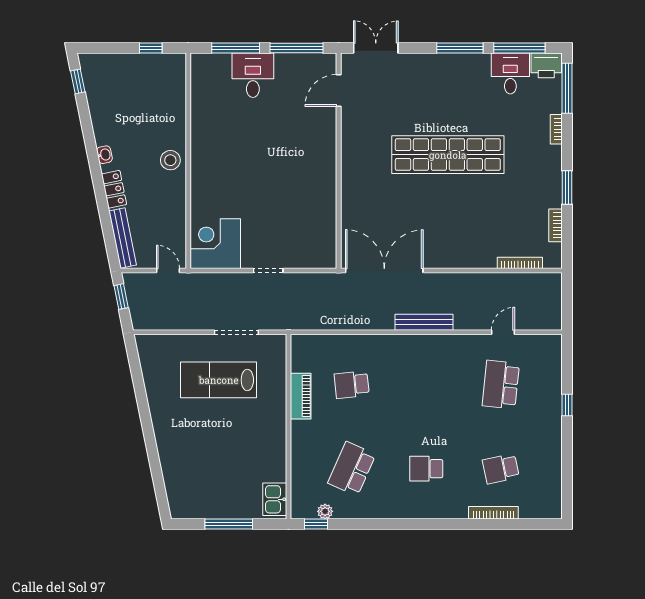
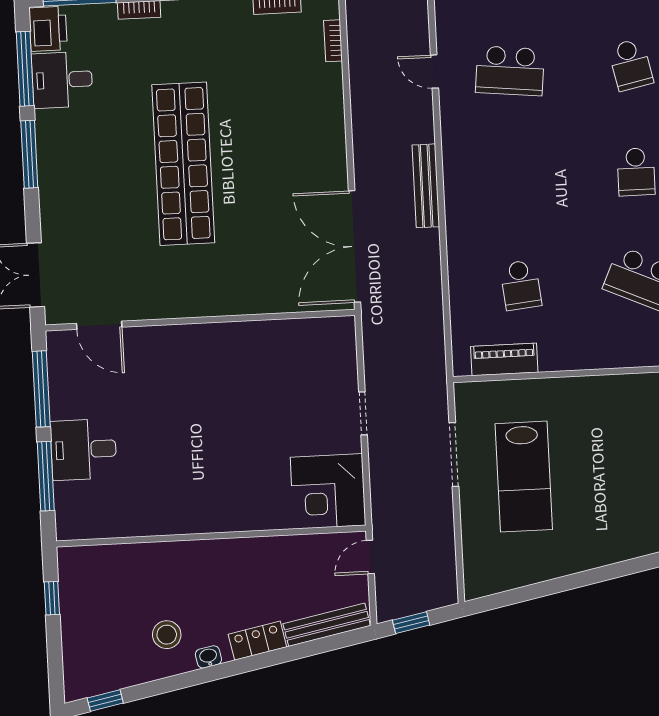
stool: (170, 160) -> (167, 635), moved
bookcase: (520, 263) -> (333, 41), width x0.64
piano: (301, 396) -> (504, 359), moved

